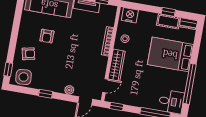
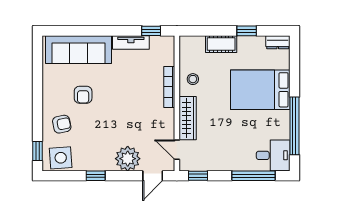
nightstand: (130, 15) -> (194, 45), removed
cot: (168, 21) -> (221, 44), moved
door: (105, 86) -> (177, 150), swing flipped
plant: (69, 90) -> (128, 159), width x1.88, depth x1.88

